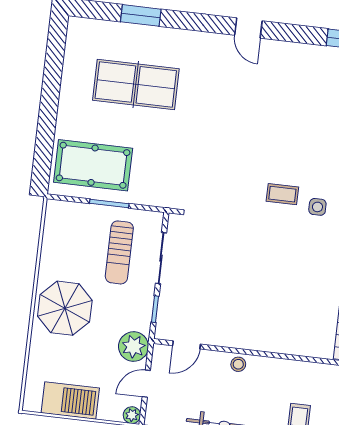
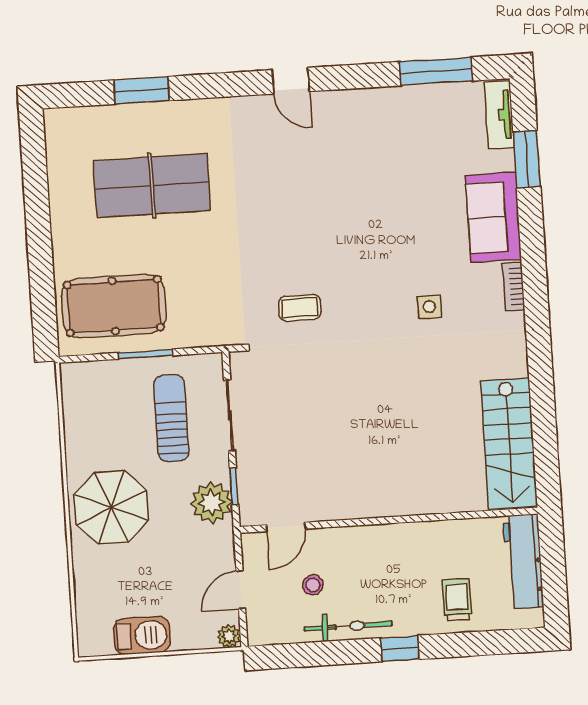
coffee table: (282, 194) -> (300, 308), moved
sun lounger: (119, 252) -> (171, 418), turned 180
plant: (133, 347) -> (212, 503), moved
stool: (238, 364) -> (313, 585), moved
barbecue: (70, 401) -> (142, 635), width x0.73, depth x0.83

